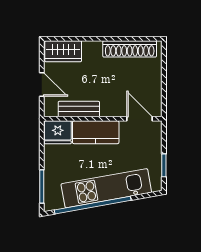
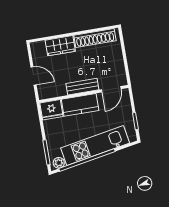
wardrobe: (63, 51) -> (60, 46), moved
bench: (79, 109) -> (82, 87), moved
door: (140, 119) -> (111, 89), swing flipped
plant: (56, 202) -> (59, 163), added

